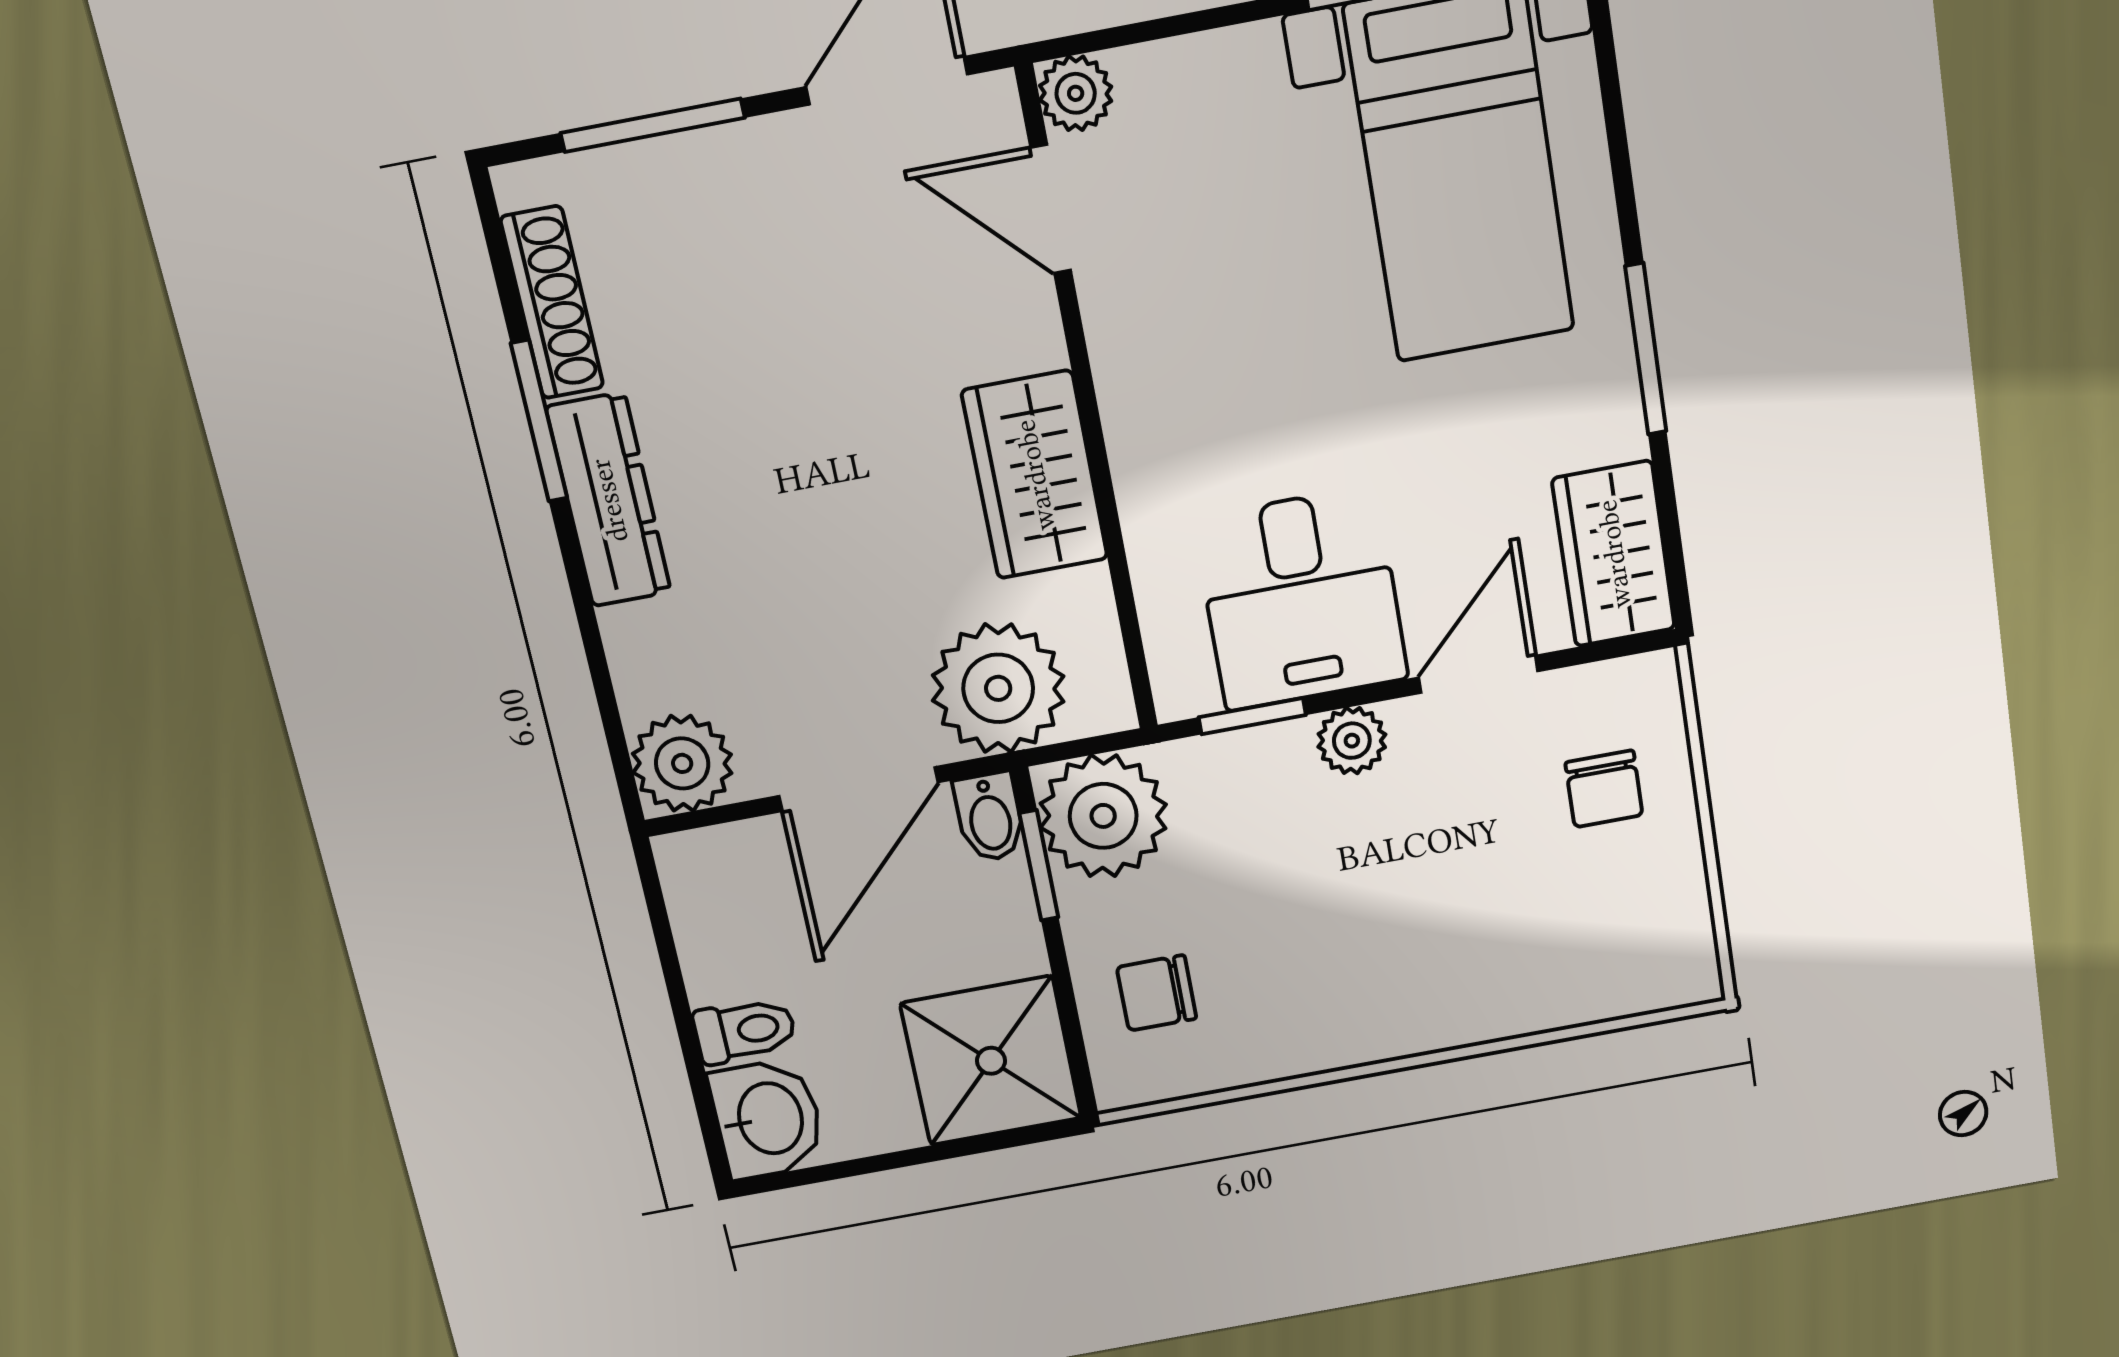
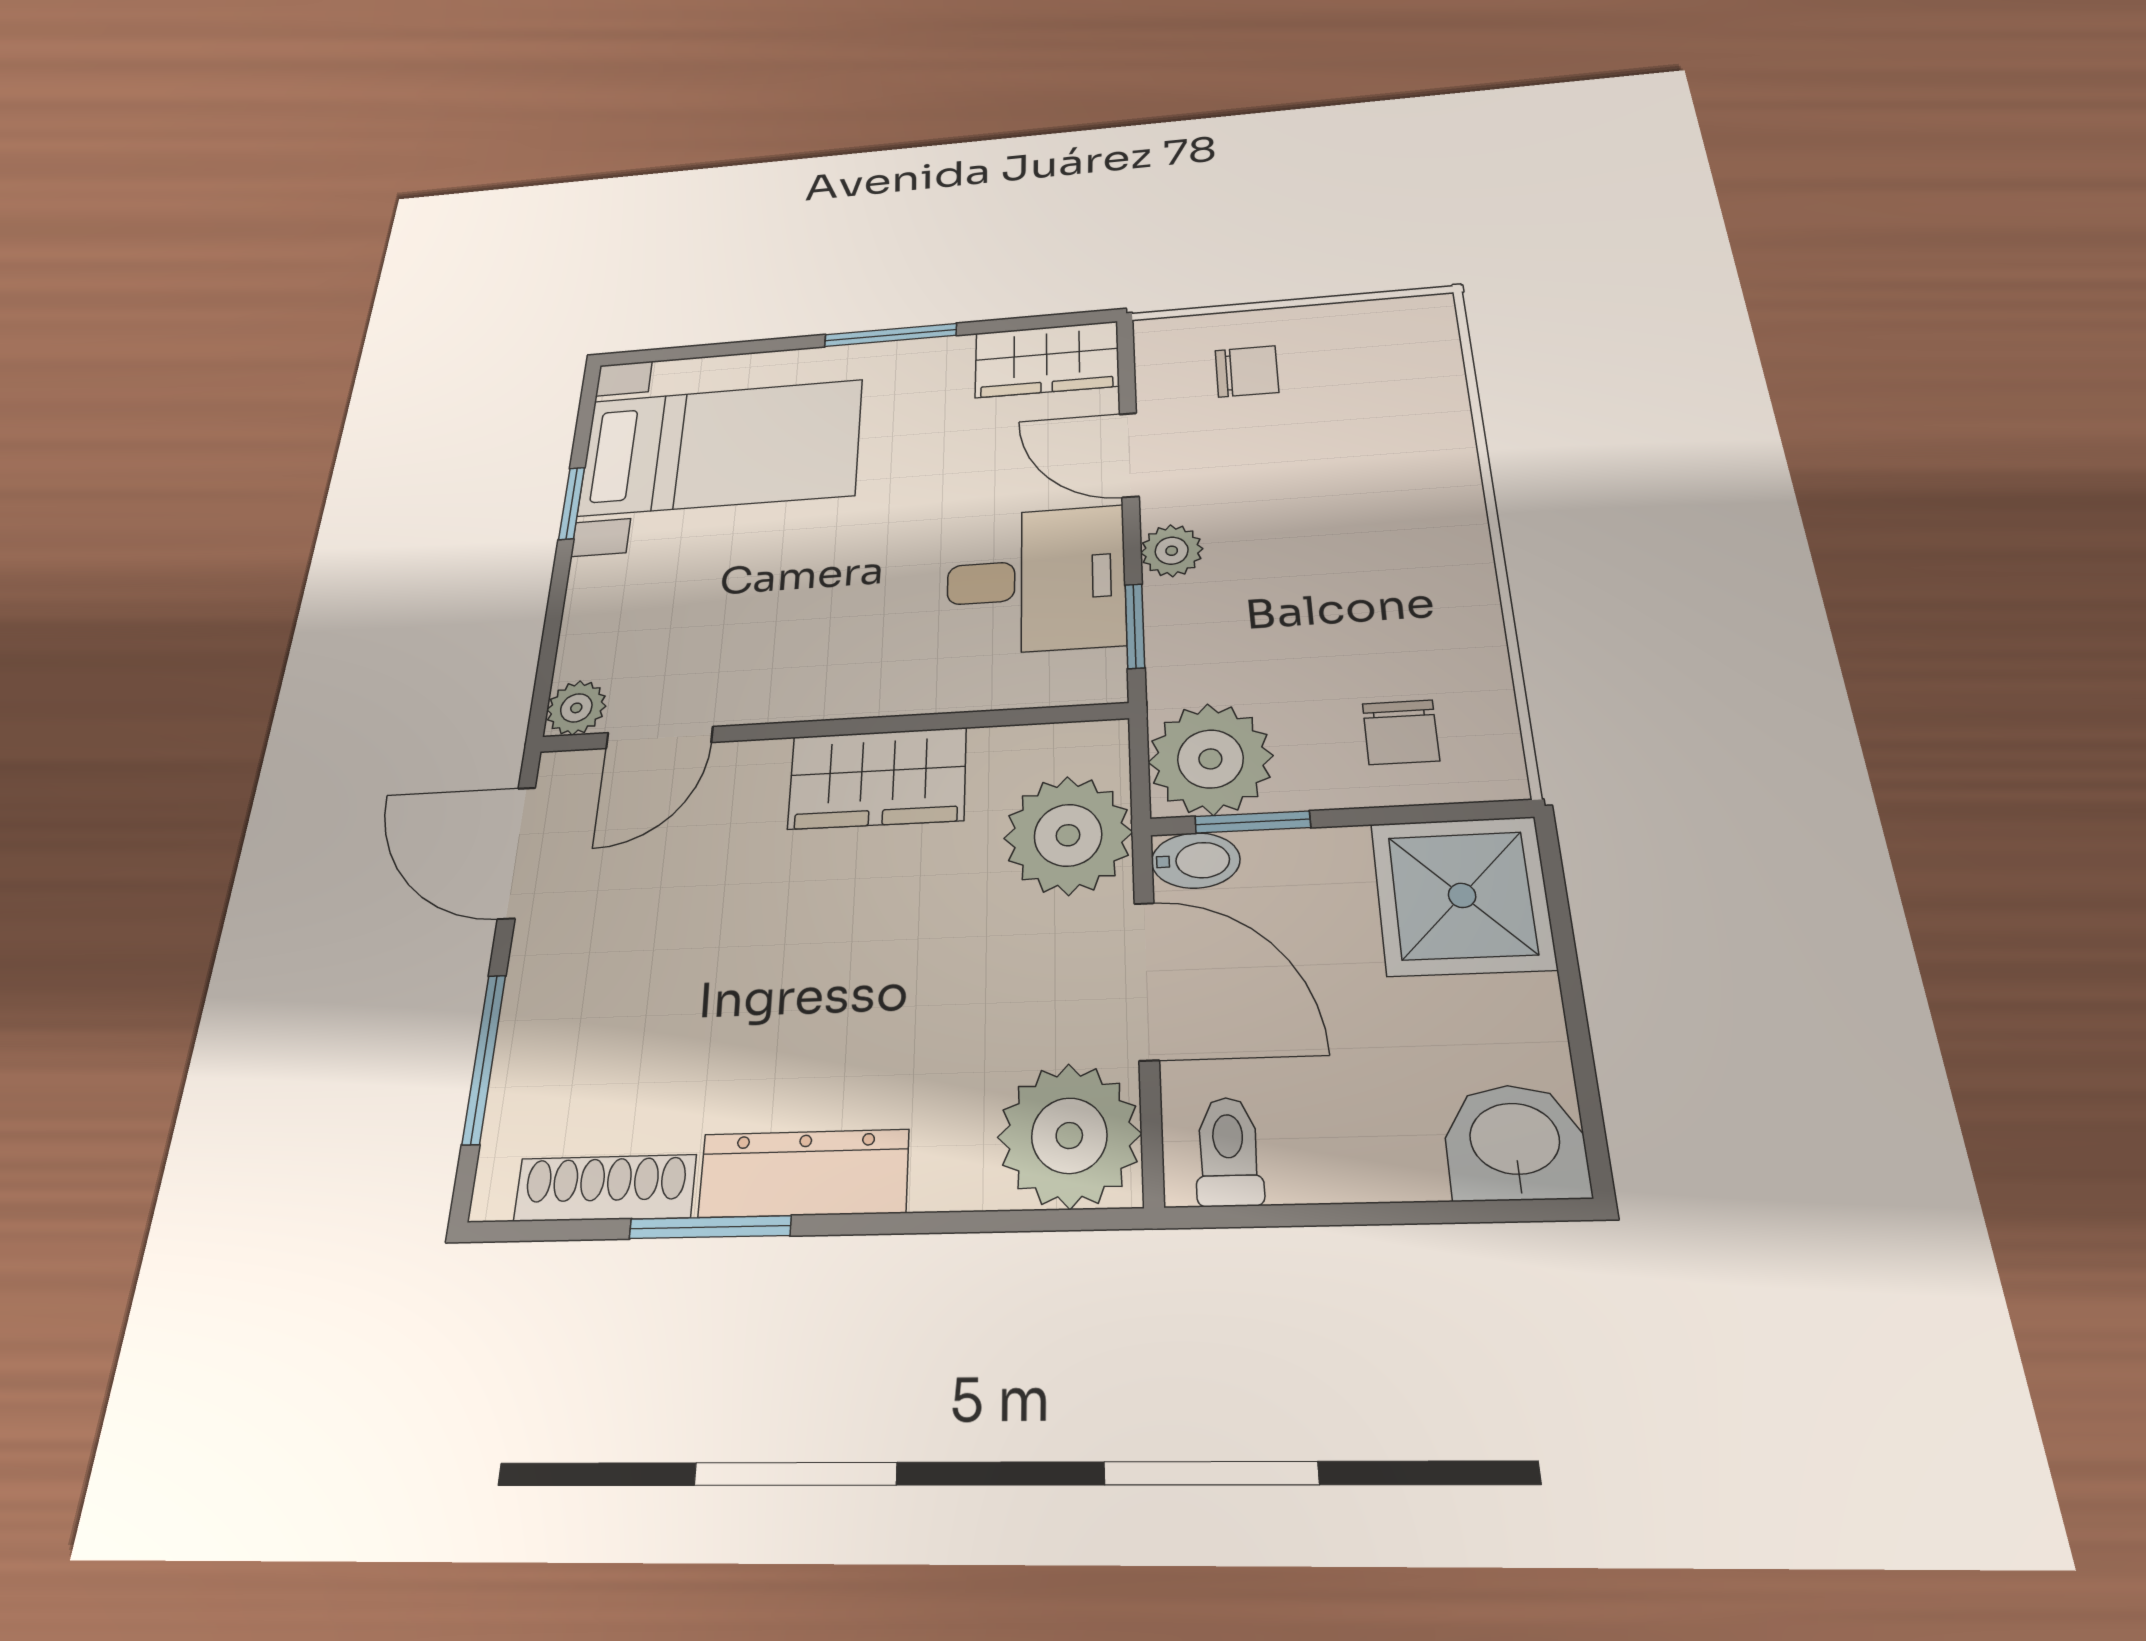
plant: (682, 763) -> (1069, 1136), width x1.36, depth x1.36
toilet: (745, 1031) -> (1228, 1151), moved

